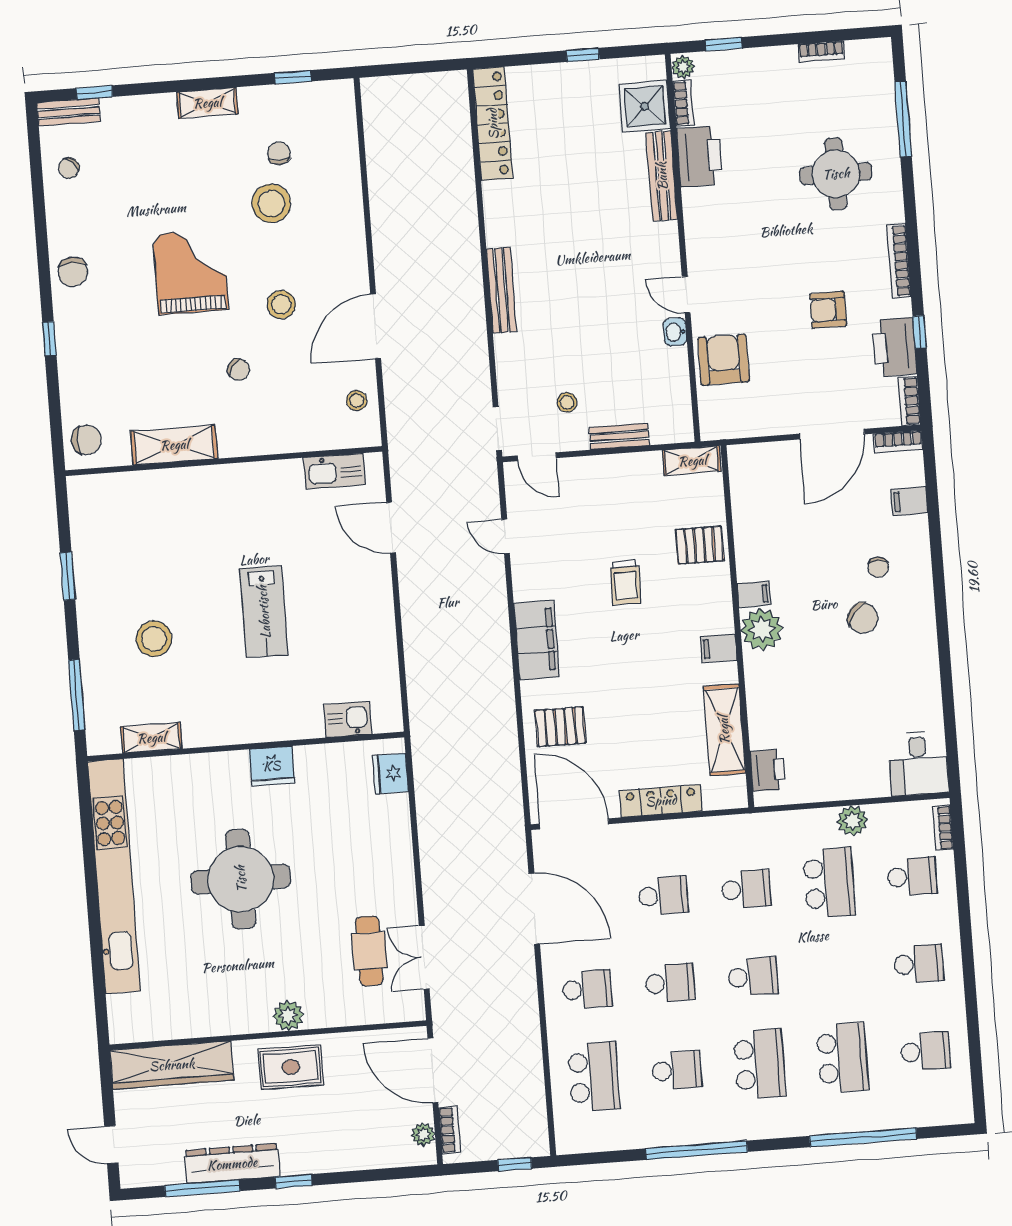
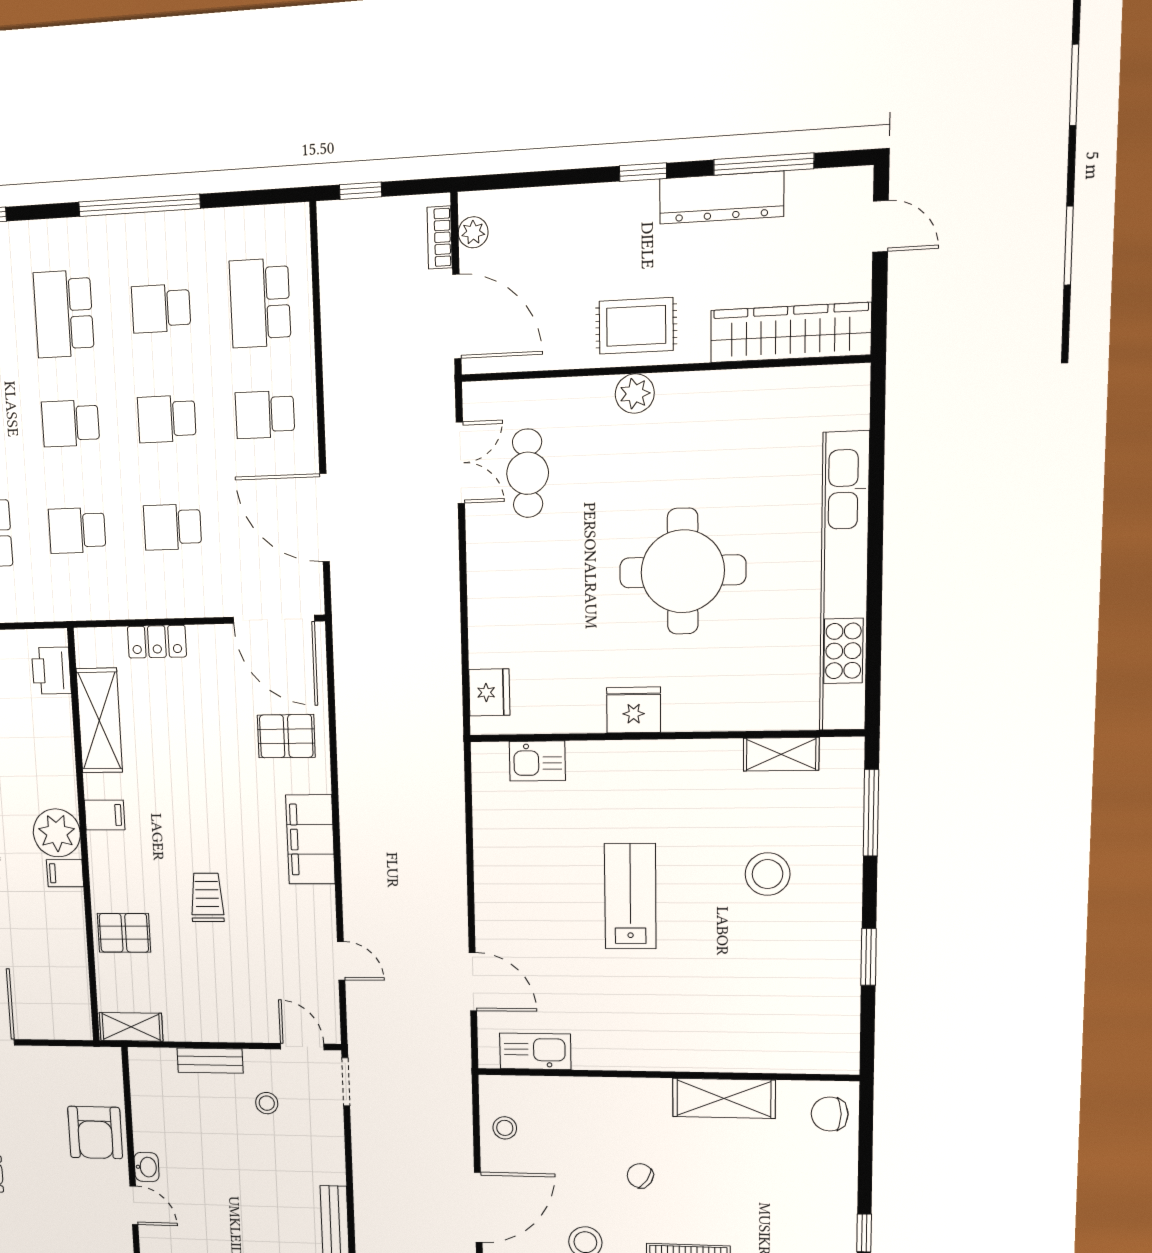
locker: (661, 801) -> (157, 642), width x0.66

